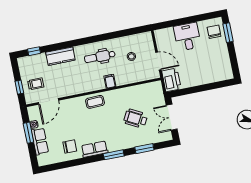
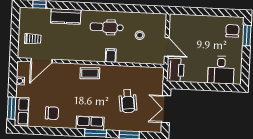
desk: (187, 37) -> (221, 70), moved, turned 180
window: (19, 87) -> (15, 38), removed
wheelchair: (136, 119) -> (128, 101), turned -125
window: (28, 133) -> (11, 108), moved
row of seats: (40, 141) -> (22, 111), moved
row of seats: (95, 149) -> (90, 123), moved

